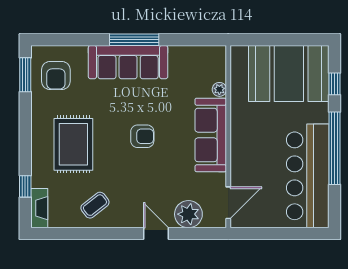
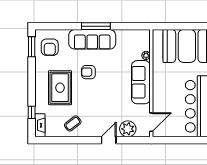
armchair: (142, 136) -> (88, 72), moved, turned 180
door: (156, 234) -> (109, 140), hinge flipped

